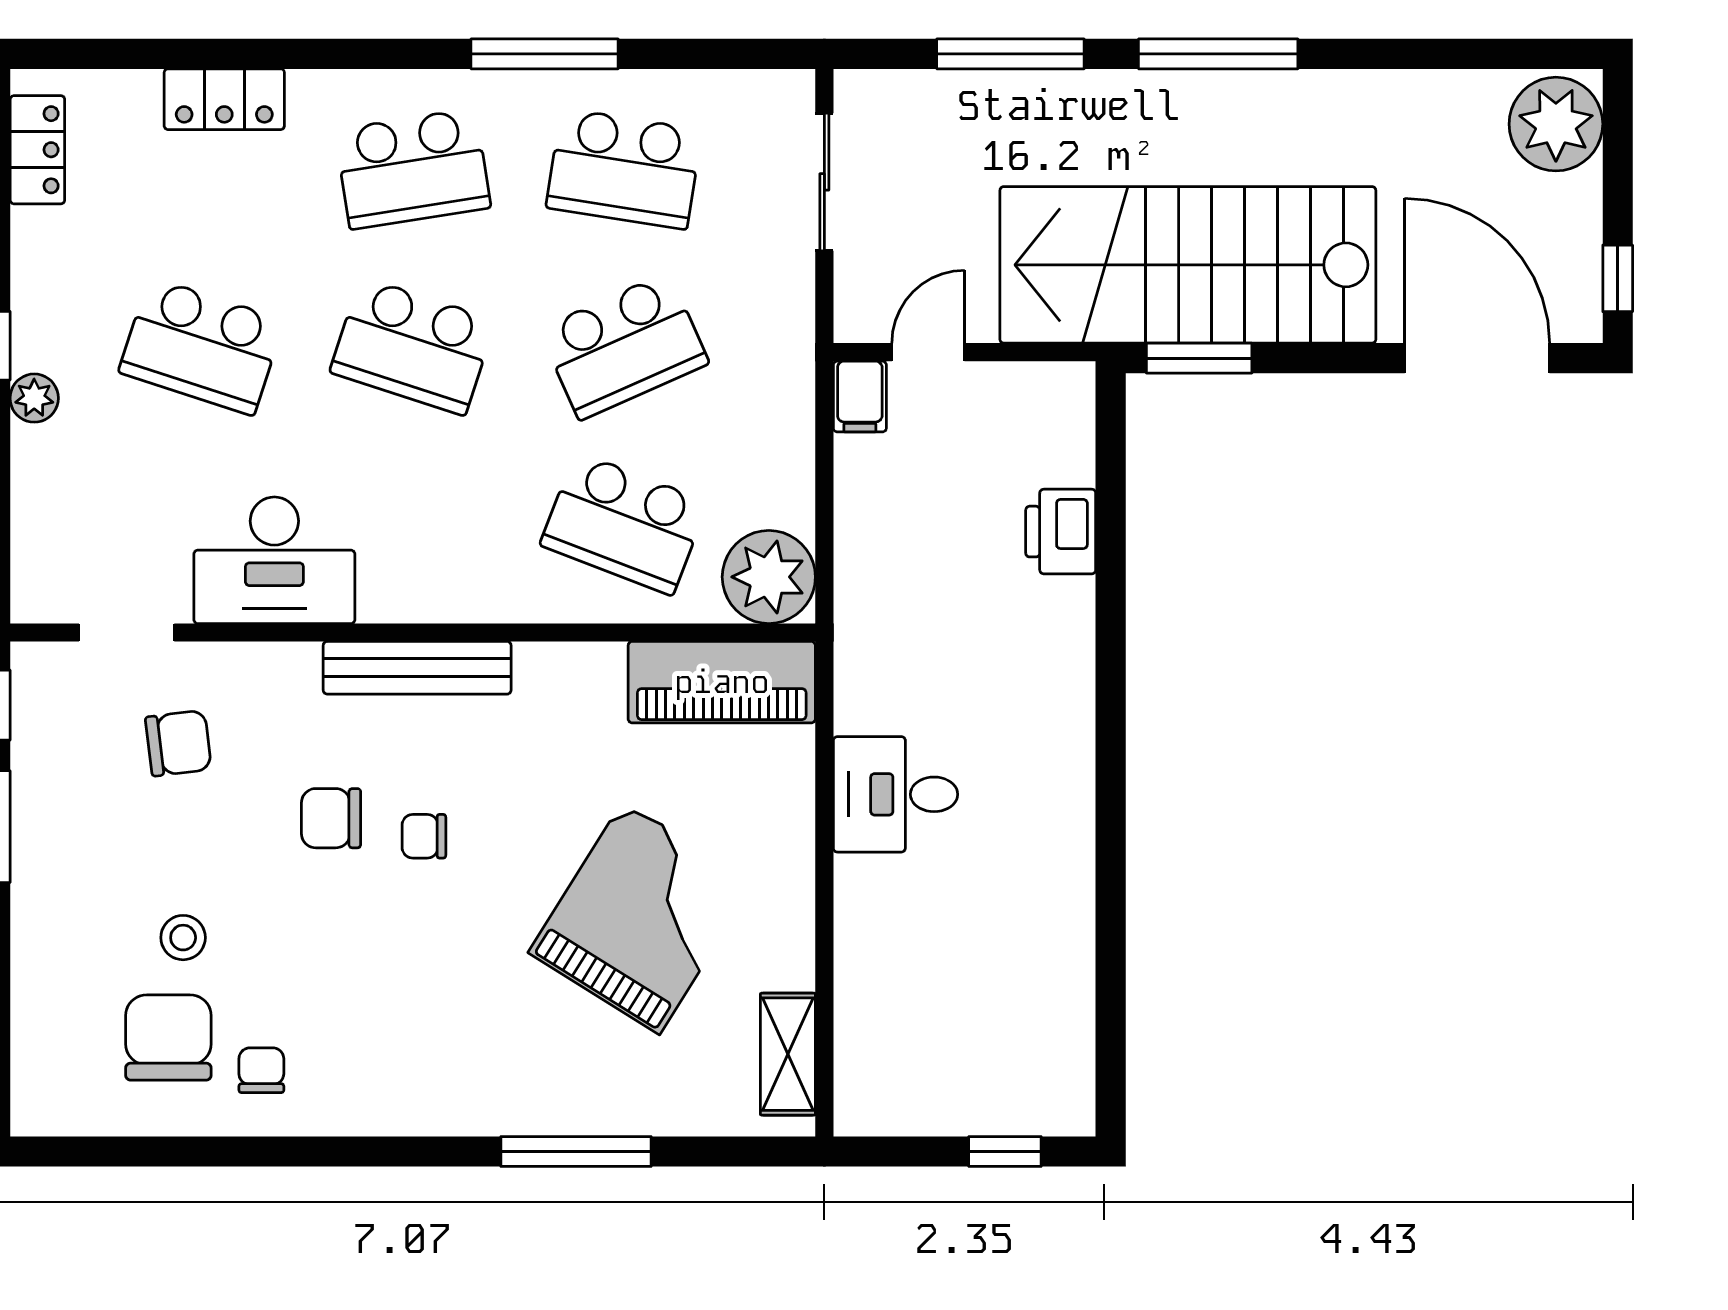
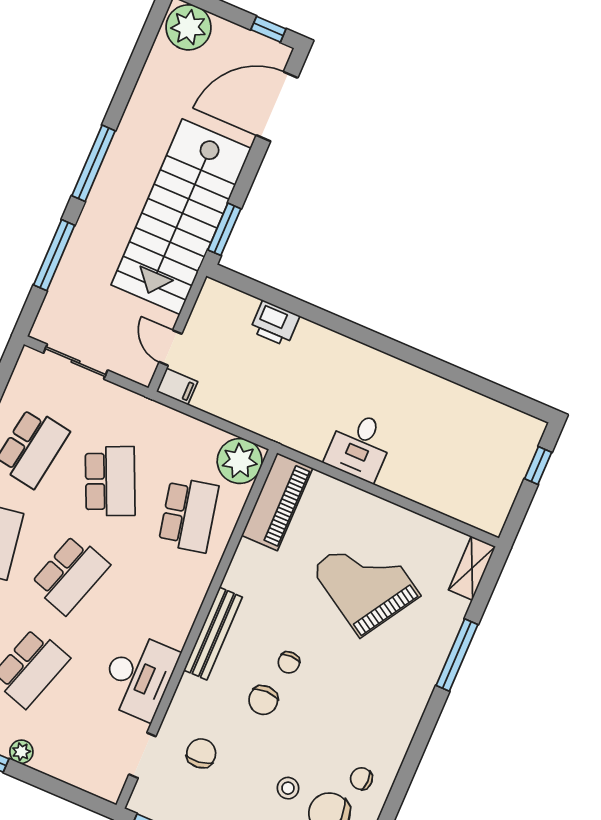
school desk: (624, 524) -> (189, 515), turned -33
shelving: (788, 1054) -> (472, 568), moved, turned 90

